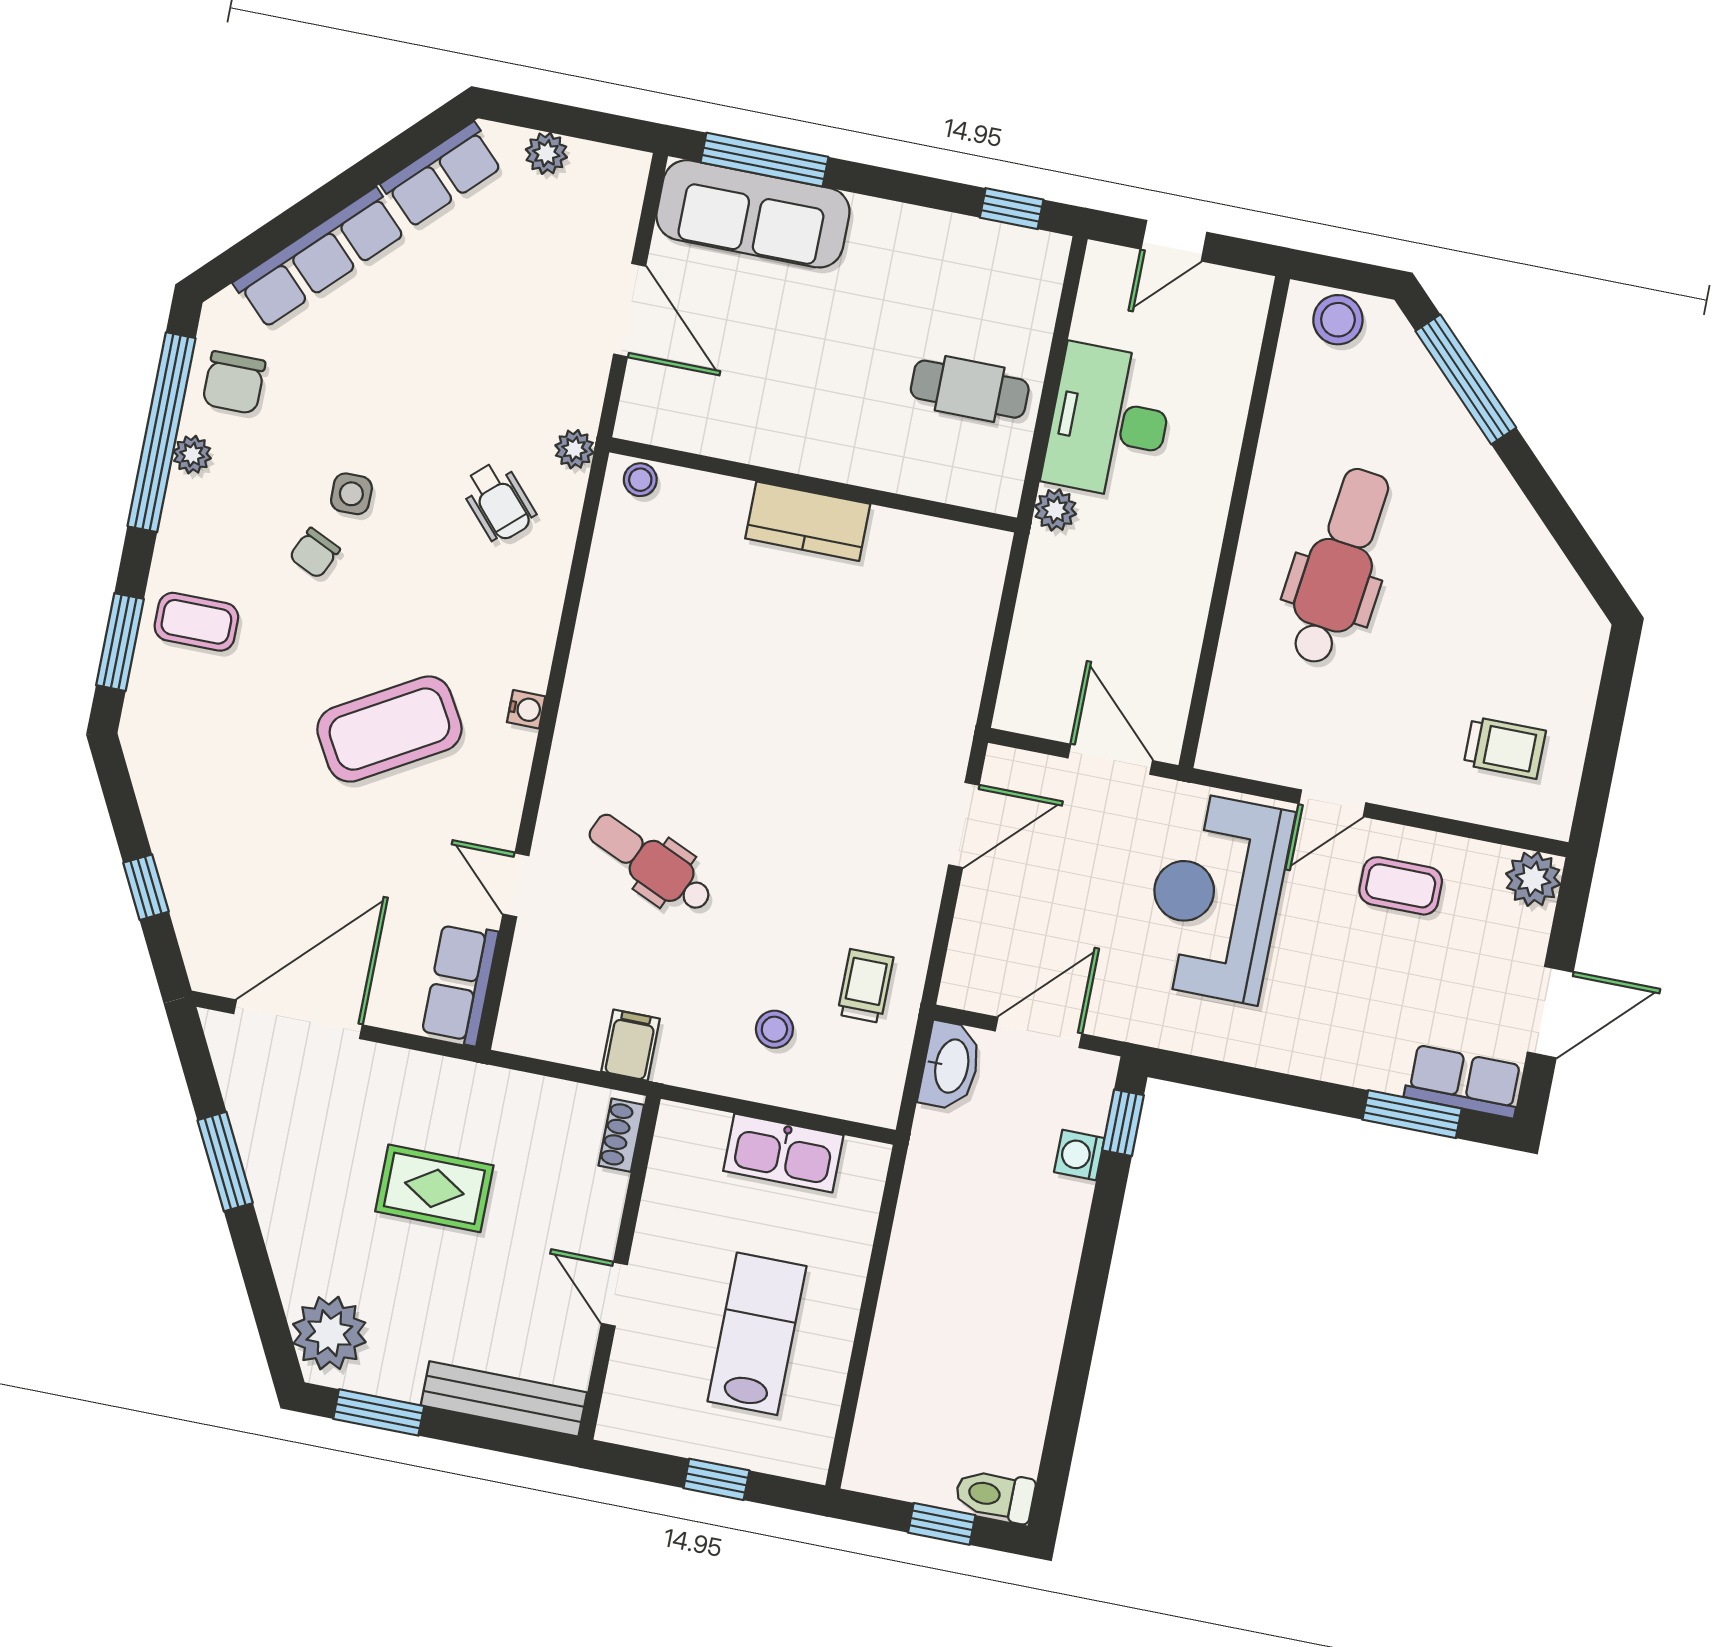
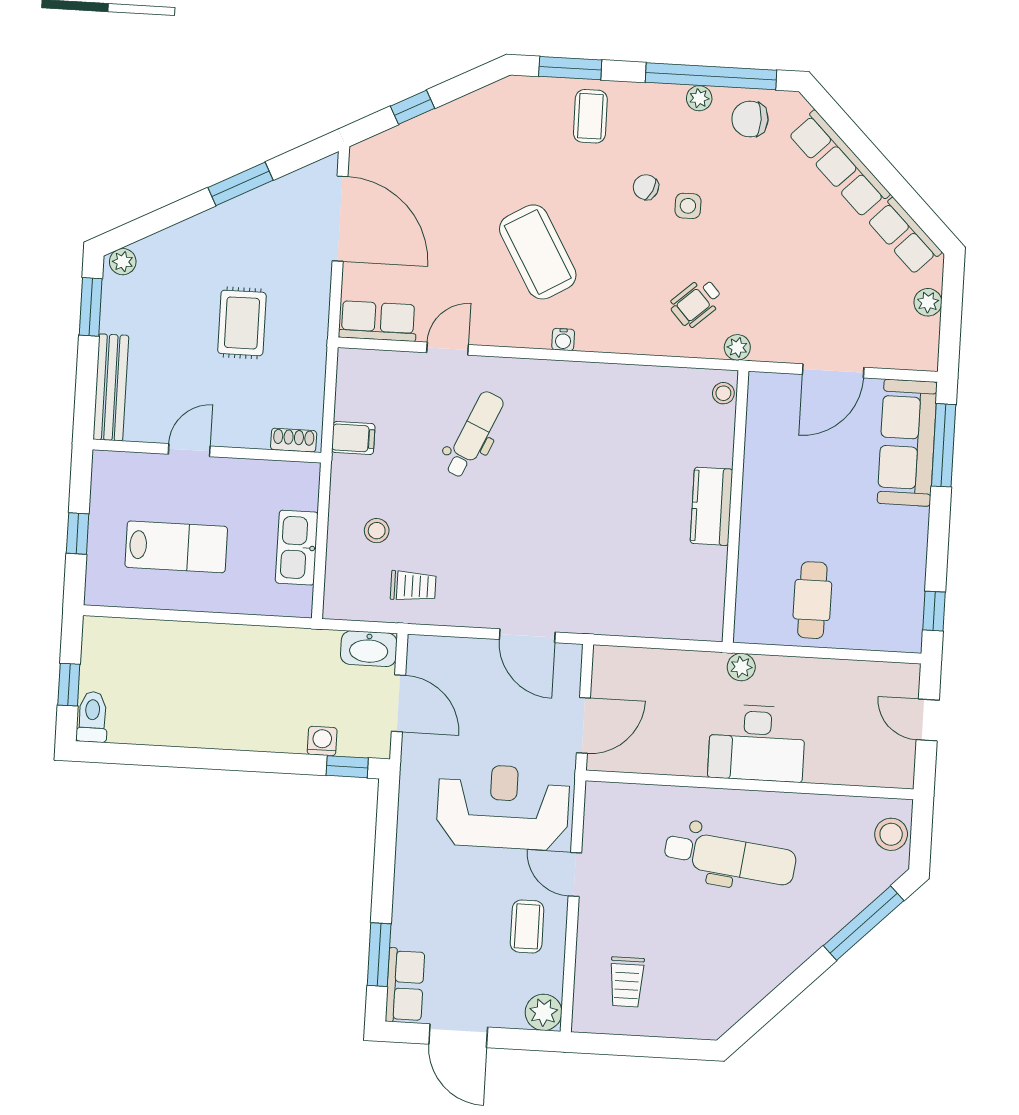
desk: (1109, 422) -> (757, 743), moved, turned 180
plant: (329, 1333) -> (123, 262), width x0.53, depth x0.53

